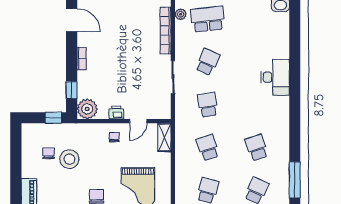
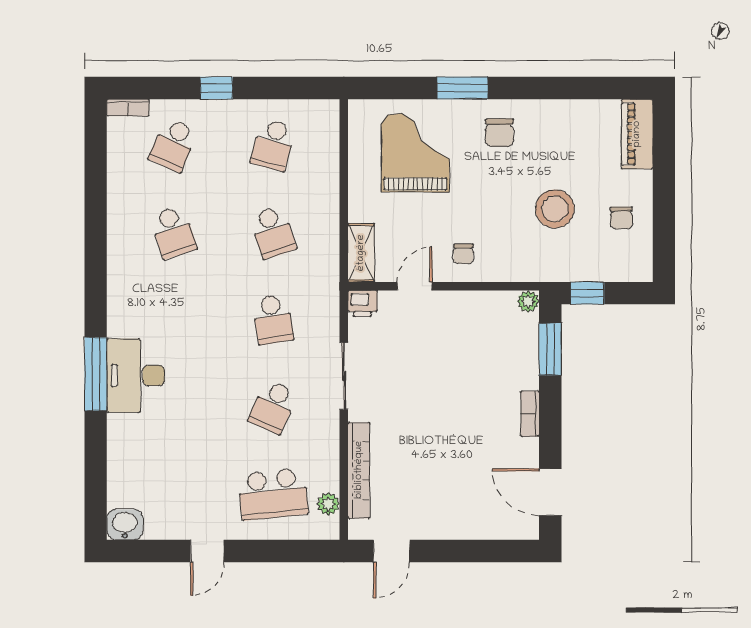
window: (72, 90) -> (550, 349), width x1.50
plant: (87, 109) -> (528, 301), width x0.53, depth x0.53
printer: (116, 113) -> (362, 304), moved
chair: (49, 153) -> (621, 218), moved
window: (295, 180) -> (96, 374), moved

